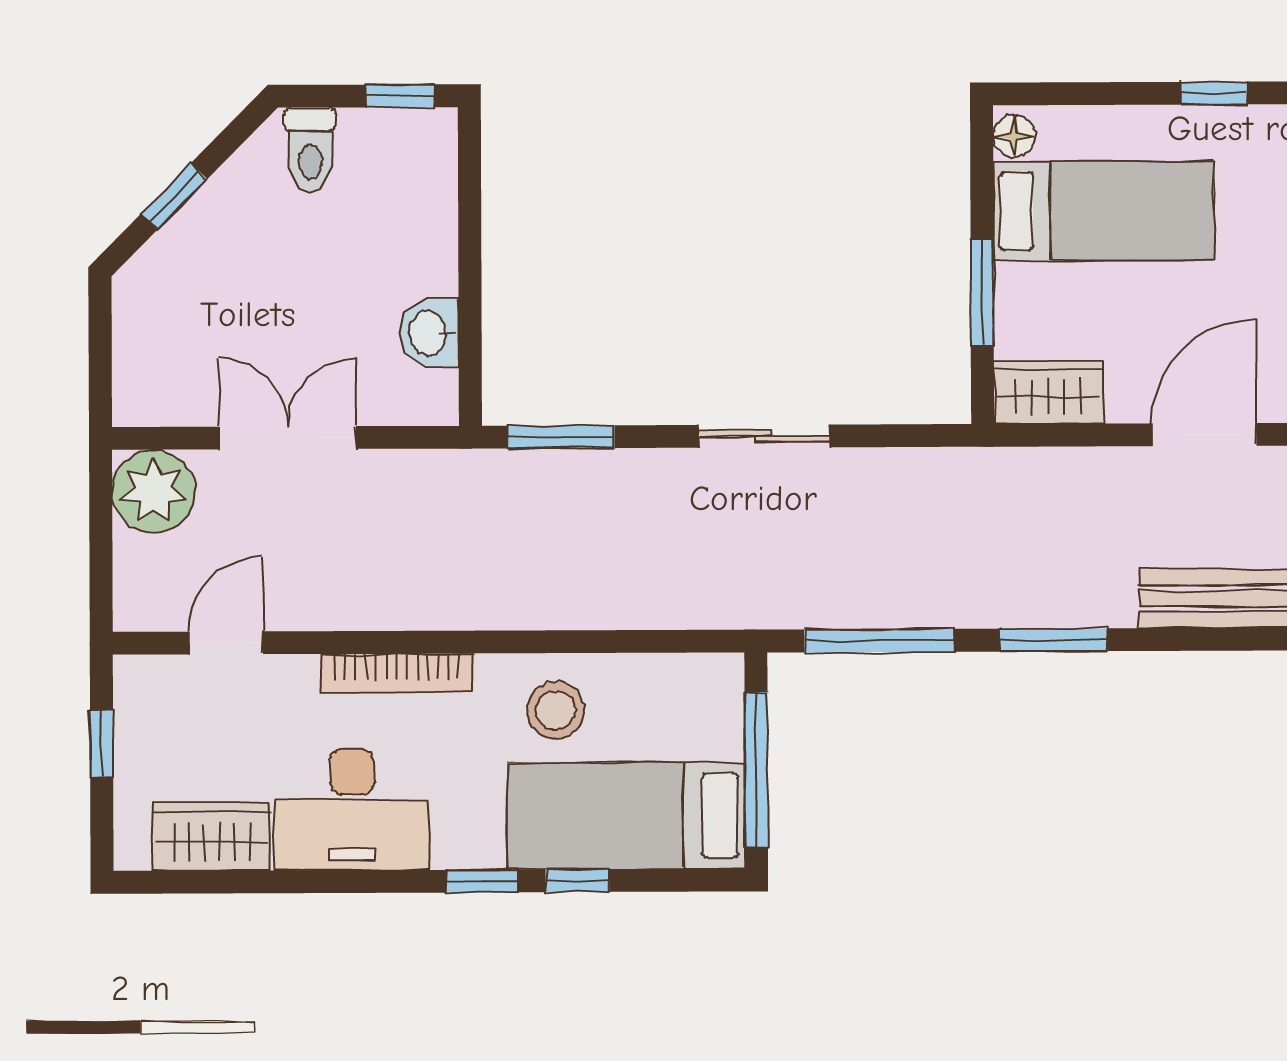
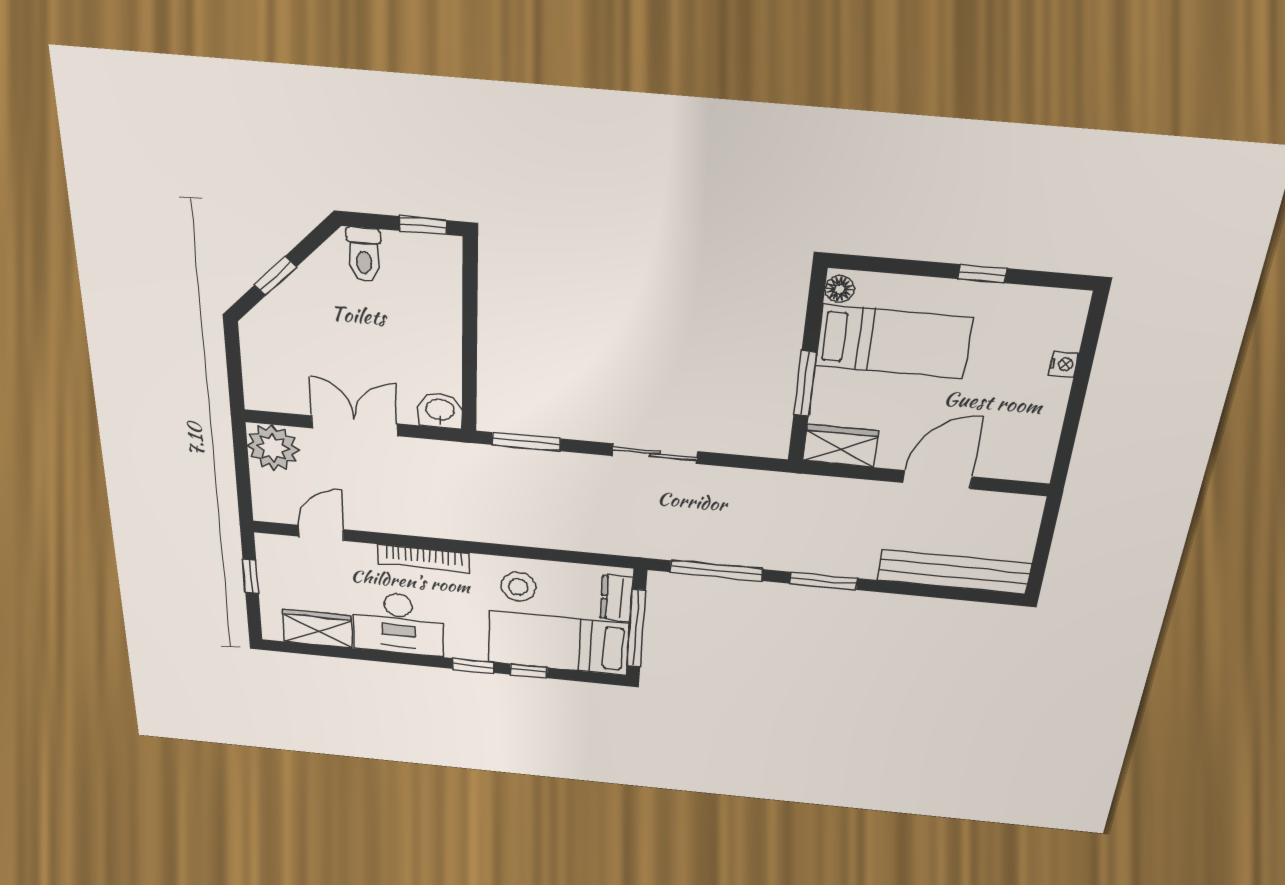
washbasin: (429, 333) -> (440, 411), moved, turned 90
dresser: (720, 713) -> (616, 598), added

